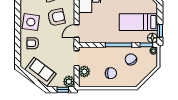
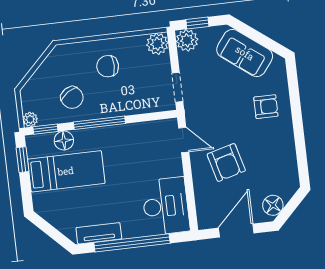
armchair: (56, 17) -> (226, 162), turned -93
side table: (31, 22) -> (275, 147), removed
door: (77, 31) -> (184, 140), hinge flipped
floor lamp: (152, 38) -> (64, 141), moved
plant: (84, 72) -> (157, 44), moved

